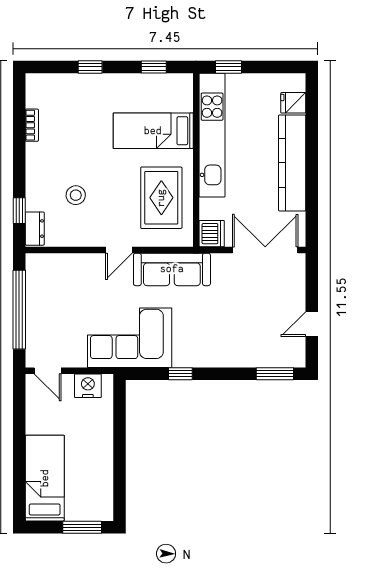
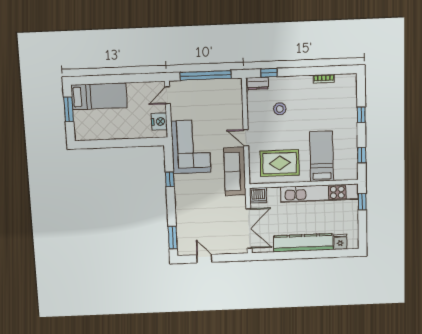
window: (82, 527) -> (69, 109), moved

